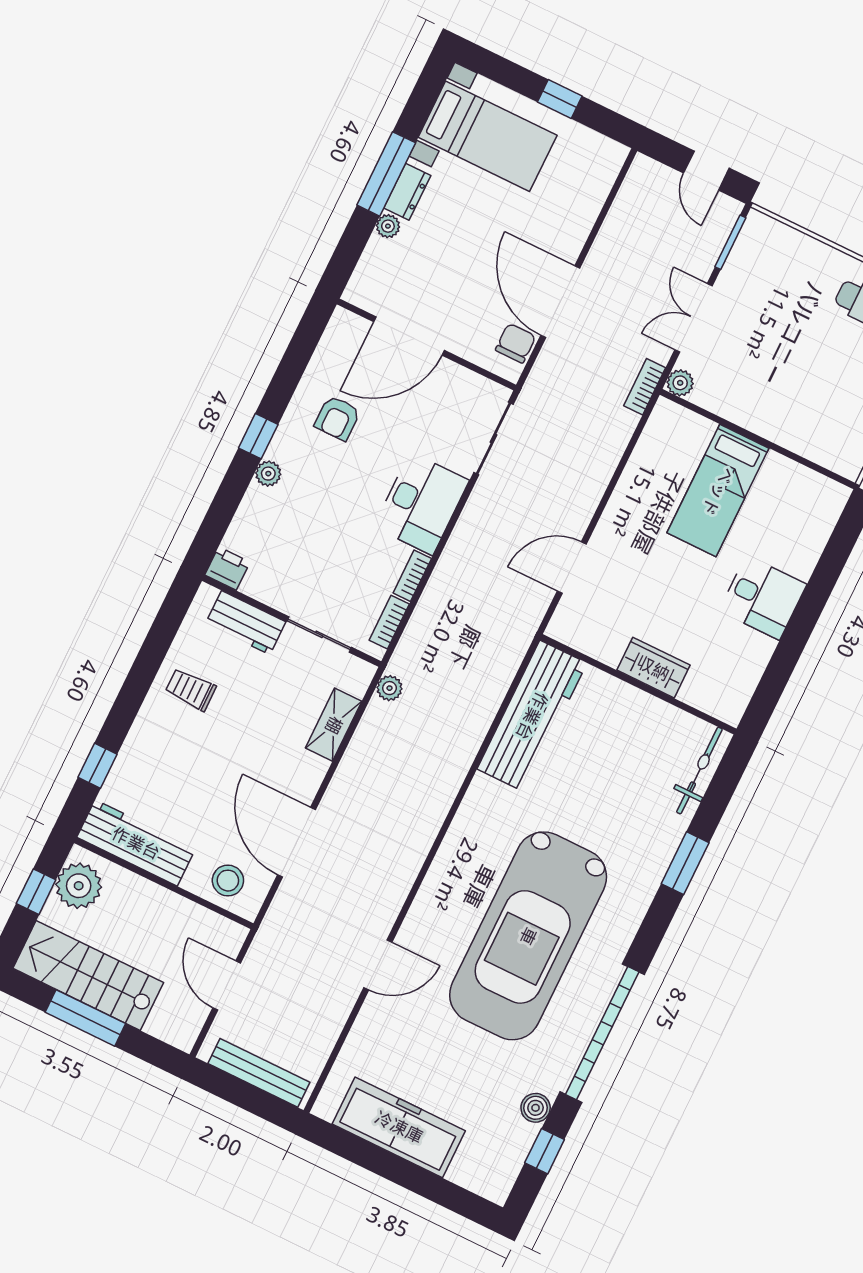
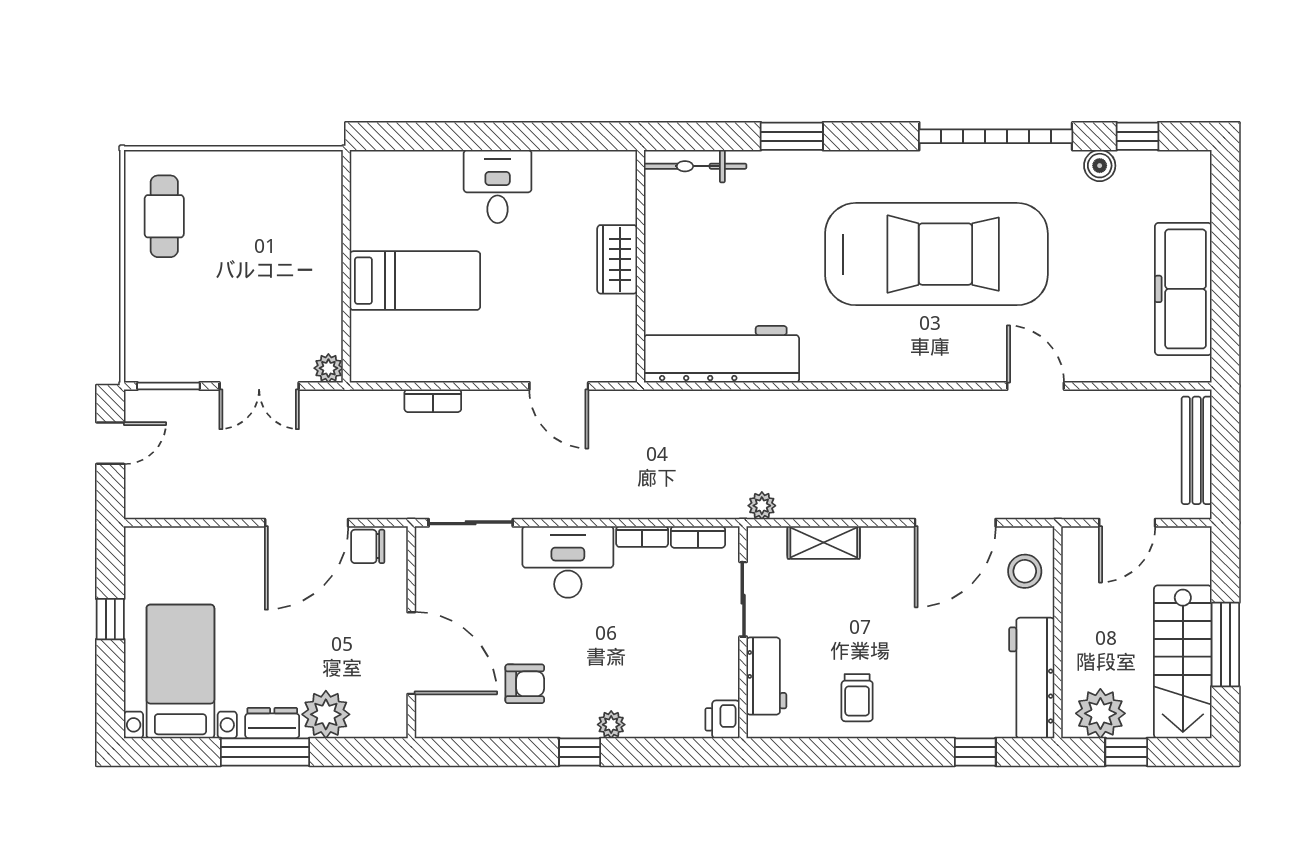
plant: (388, 226) -> (326, 714), width x1.88, depth x1.88
bookcase: (645, 387) -> (433, 401), moved

